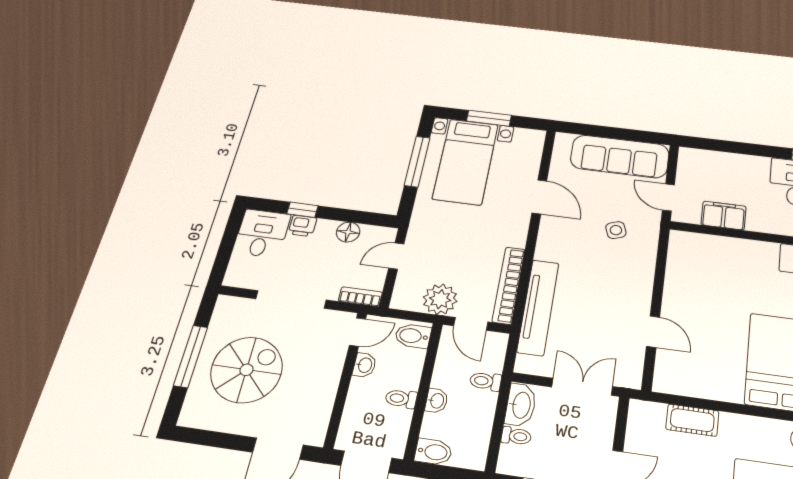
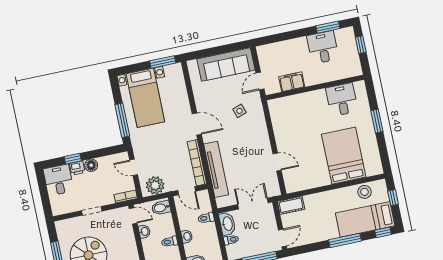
window: (489, 118) -> (163, 62), moved
window: (417, 161) -> (122, 120), moved
door: (539, 197) -> (197, 124), moved
door: (668, 197) -> (260, 81), hinge flipped
floor lamp: (348, 232) -> (91, 165), moved
door: (396, 256) -> (134, 167), hinge flipped
doorway: (291, 299) -> (92, 211), width x0.53
plant: (440, 299) -> (155, 185), moved
door: (358, 332) -> (133, 216), hinge flipped
cot: (692, 420) -> (291, 205), moved

